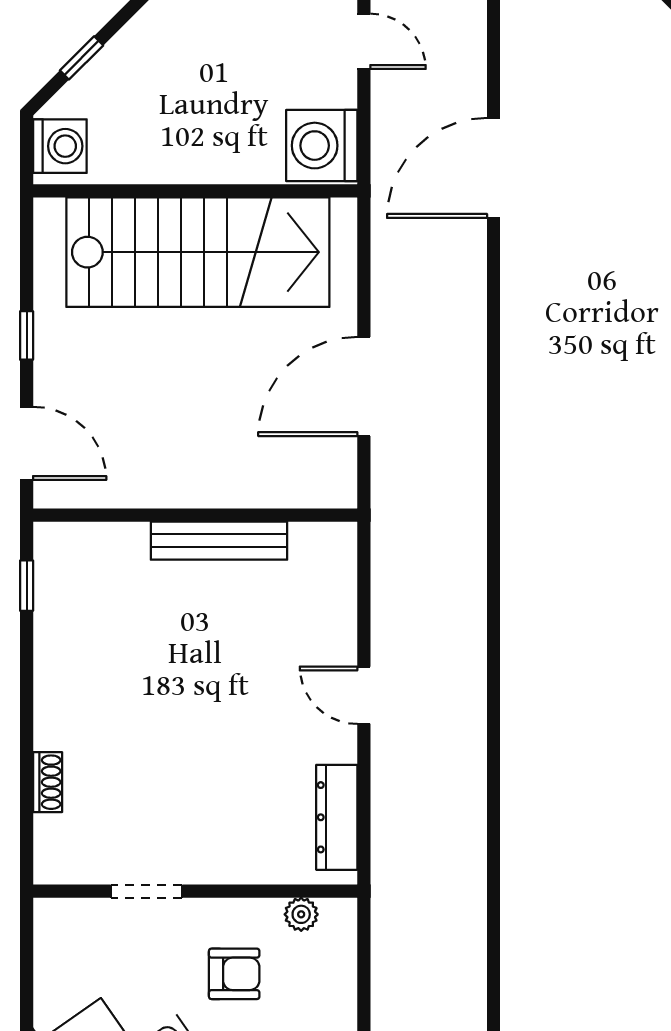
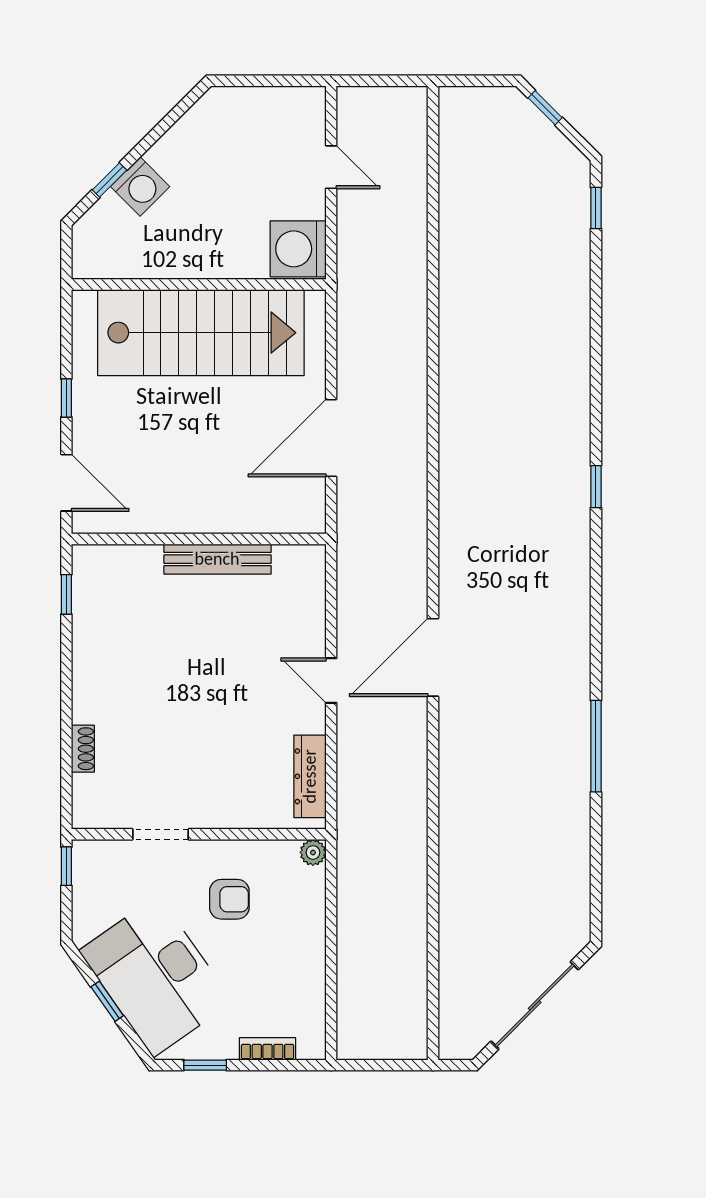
washing machine: (60, 146) -> (140, 187), moved, turned 45
door: (494, 168) -> (433, 657), moved
plant: (301, 914) -> (313, 852), moved
window: (27, 932) -> (66, 866), added

